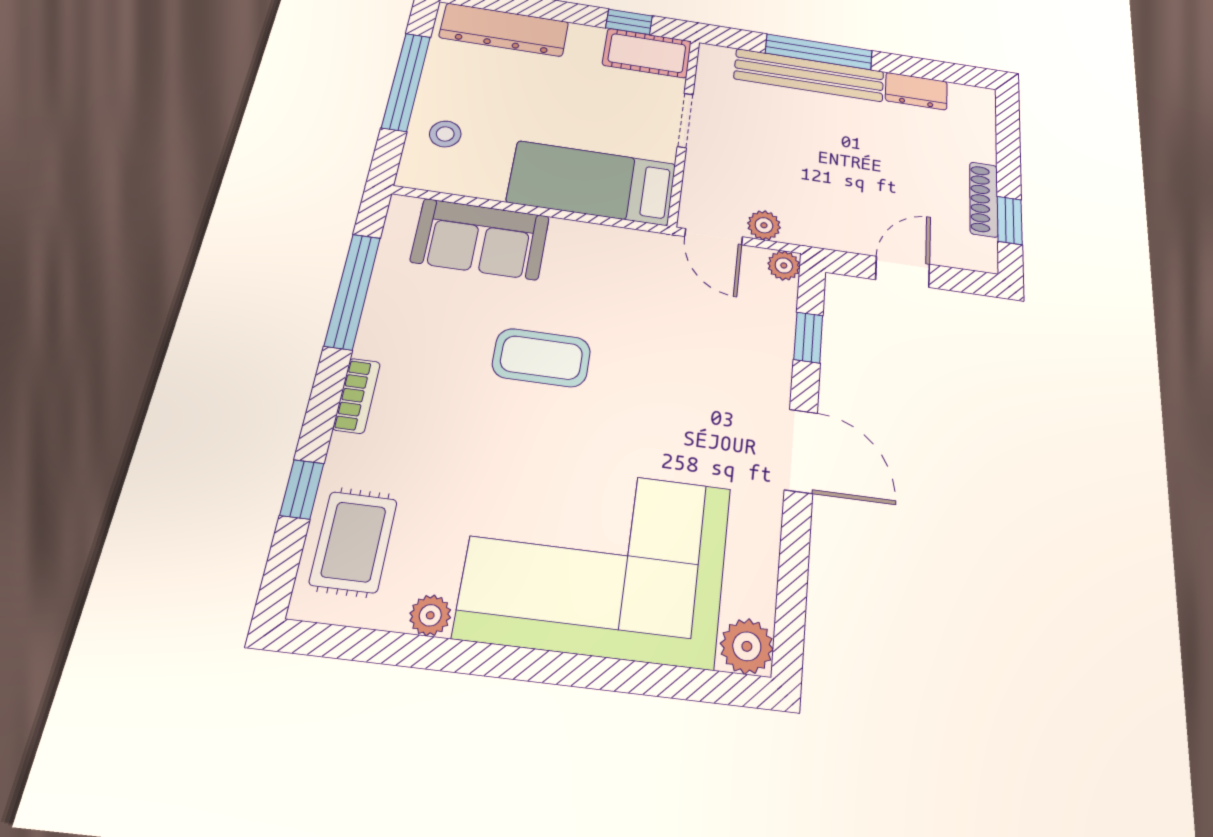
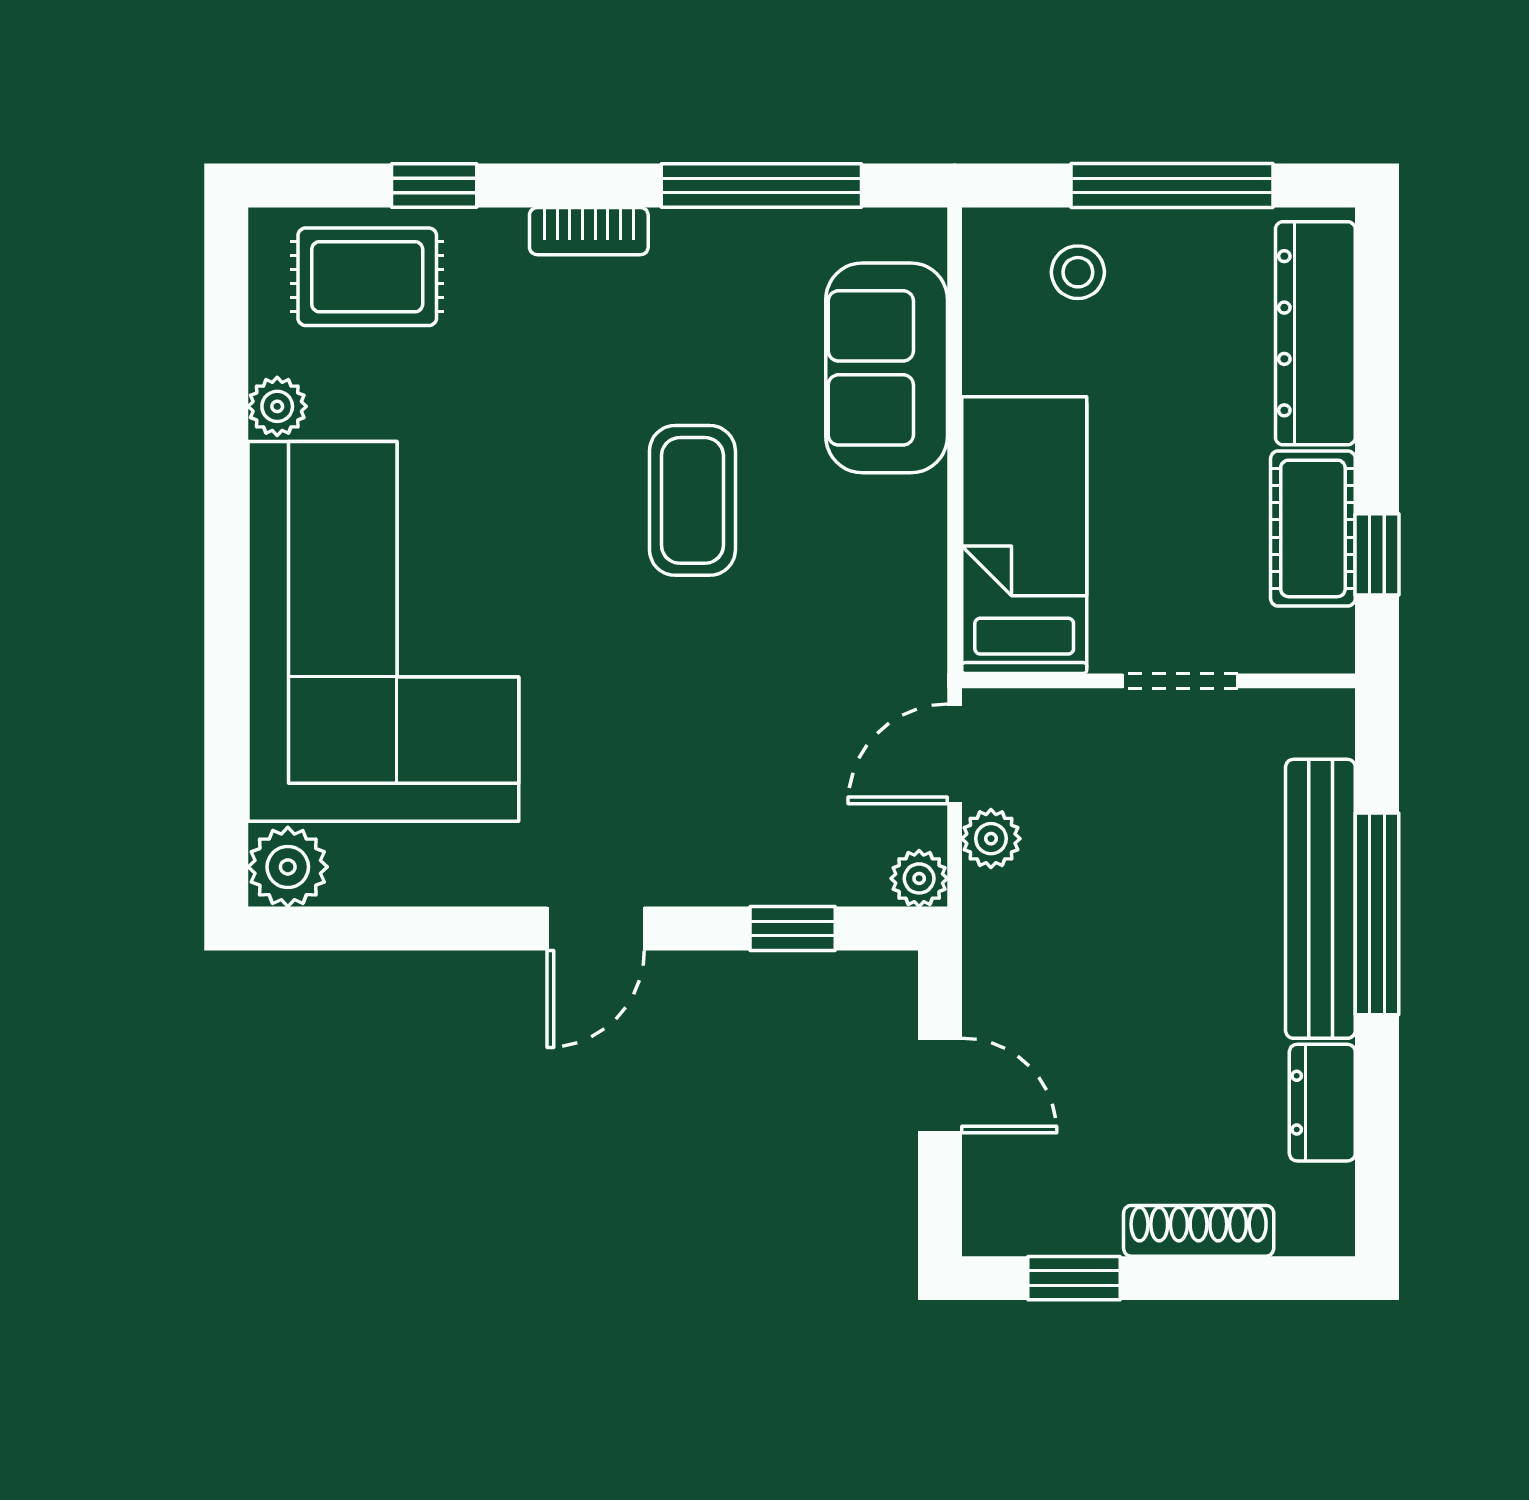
cot: (647, 53) -> (1313, 528), moved
shoe rack: (984, 199) -> (1199, 1231), moved
door: (801, 451) -> (596, 929), width x0.73

